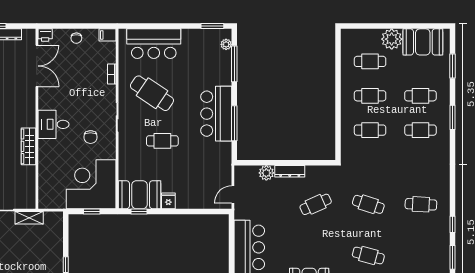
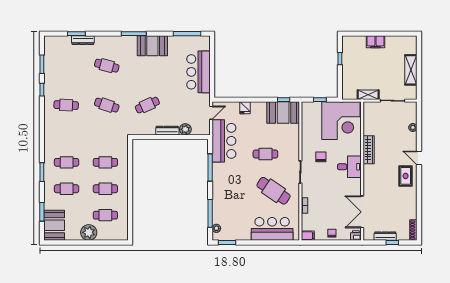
booth: (423, 42) -> (54, 225), moved, turned 90
bar counter: (216, 114) -> (224, 141), moved
corner desk: (91, 184) -> (341, 121), moved
fridge: (168, 201) -> (245, 108), moved

